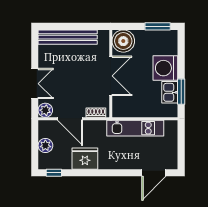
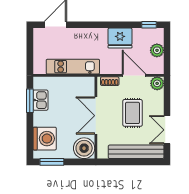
washing machine: (165, 68) -> (45, 139), moved
rug: (72, 79) -> (133, 113), added
double door: (35, 84) -> (167, 130), moved

